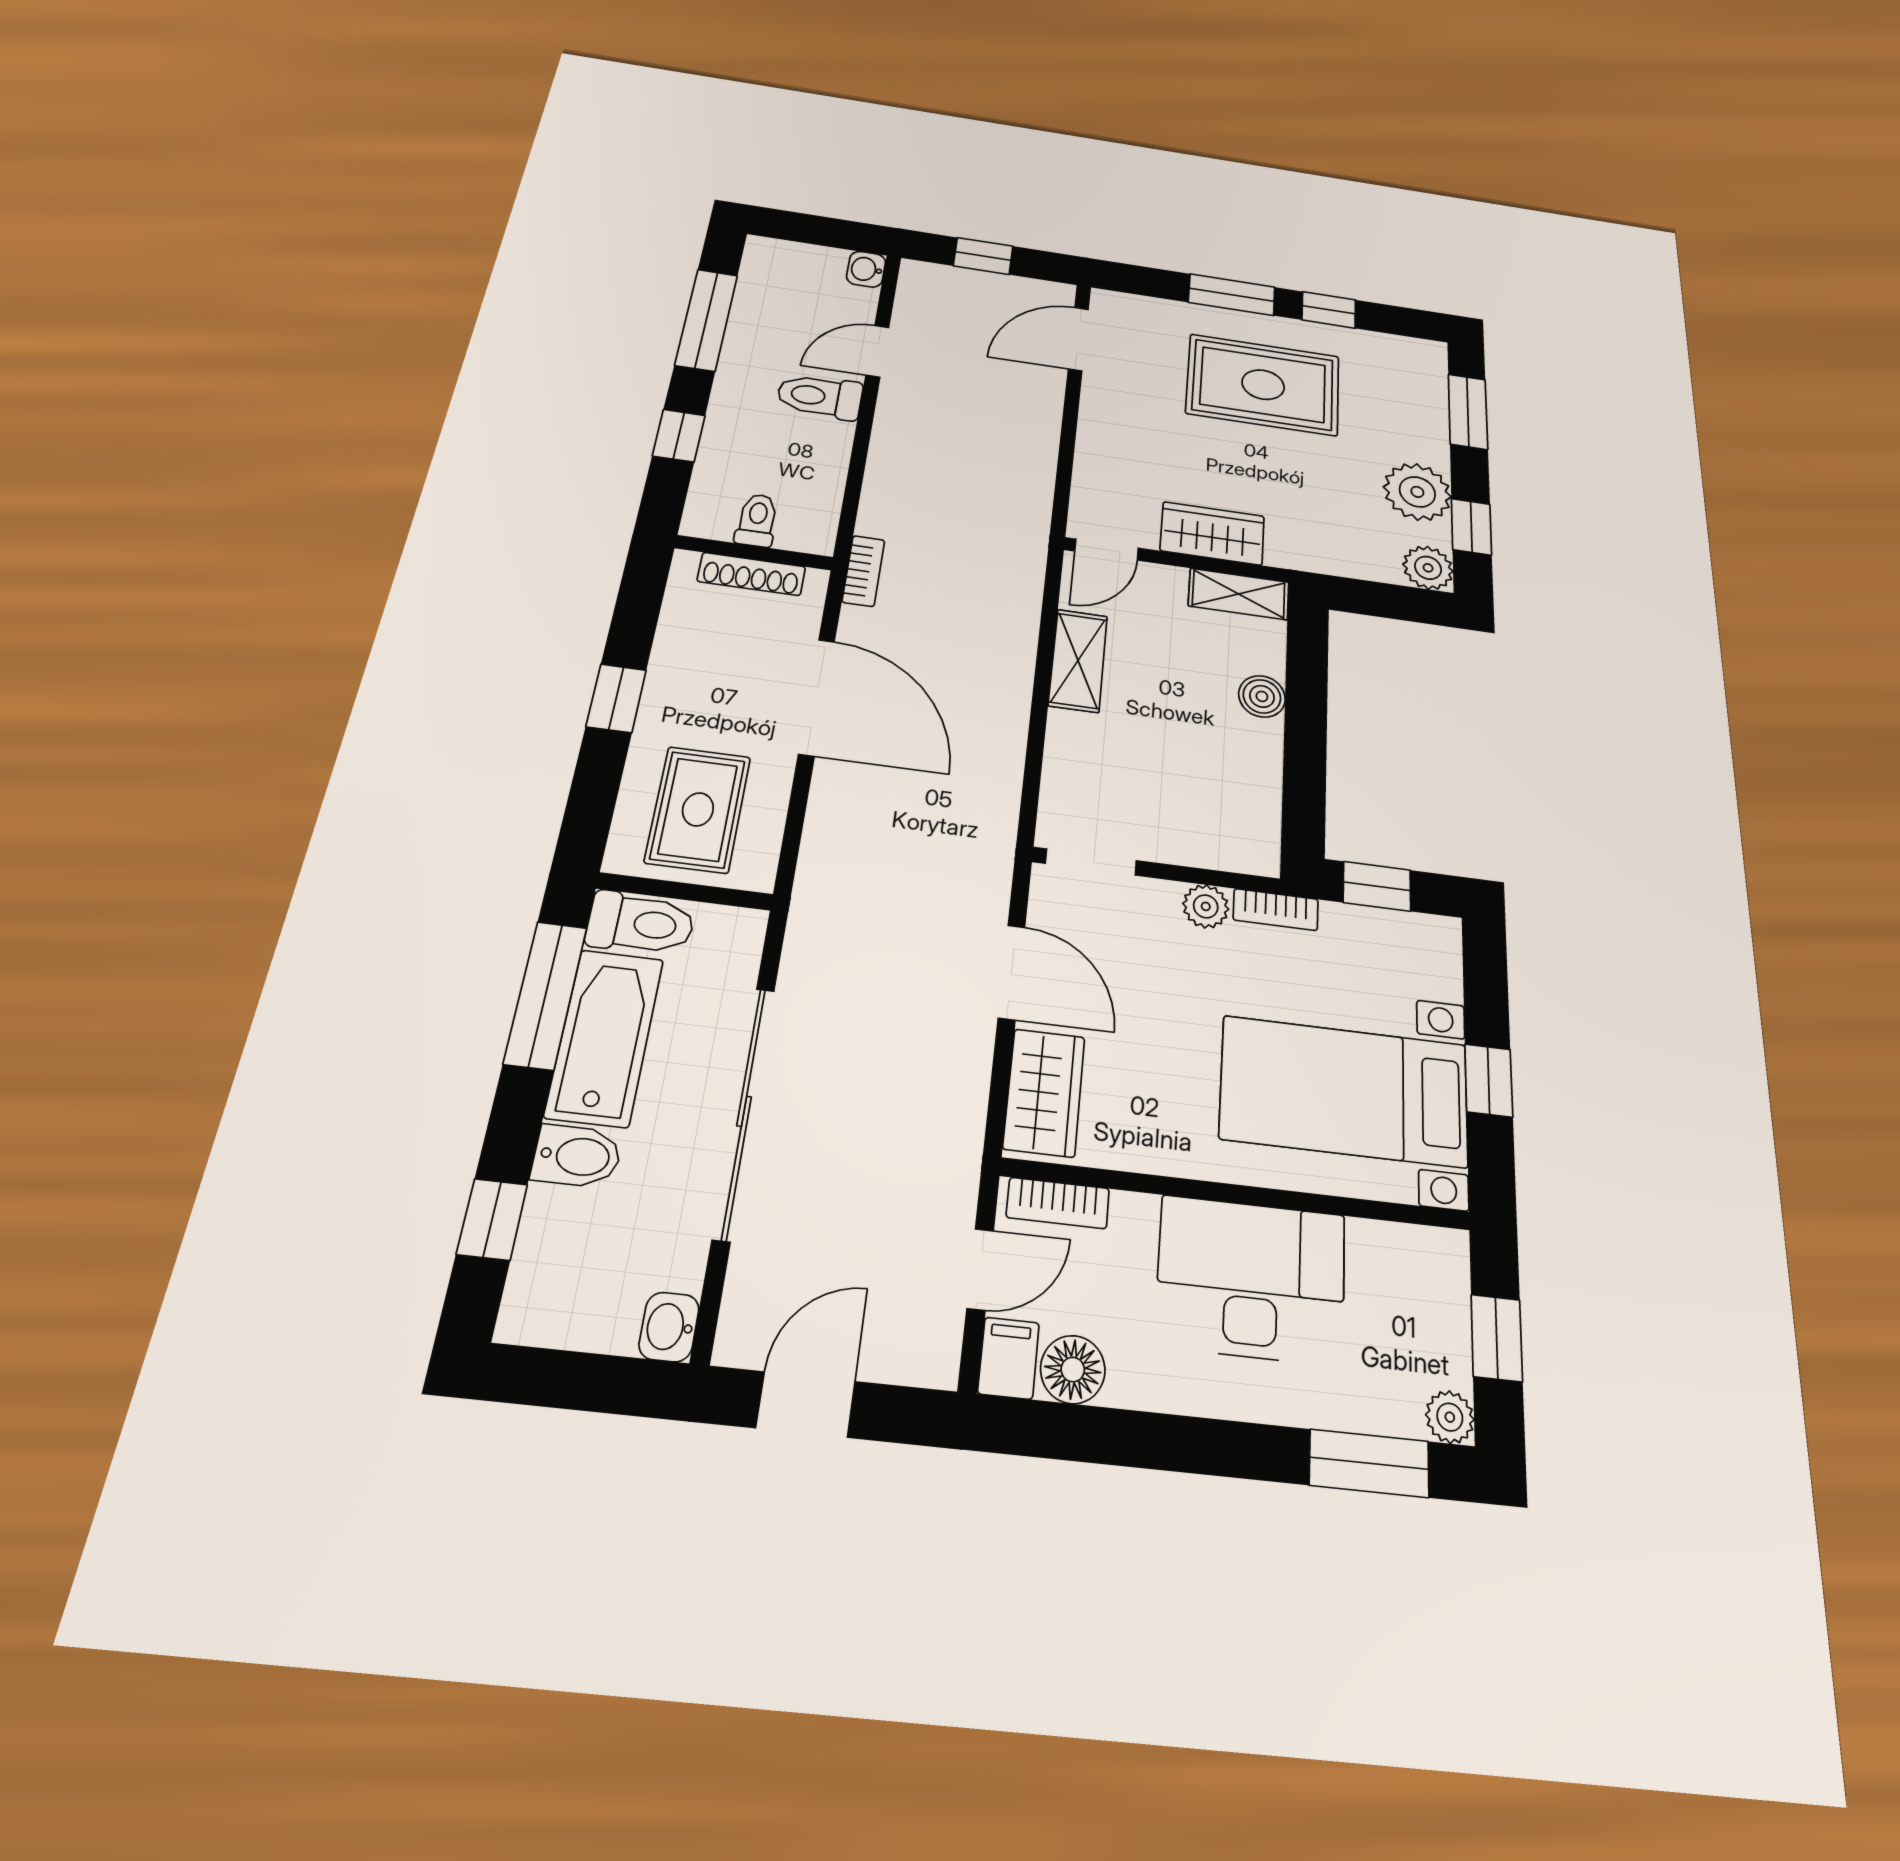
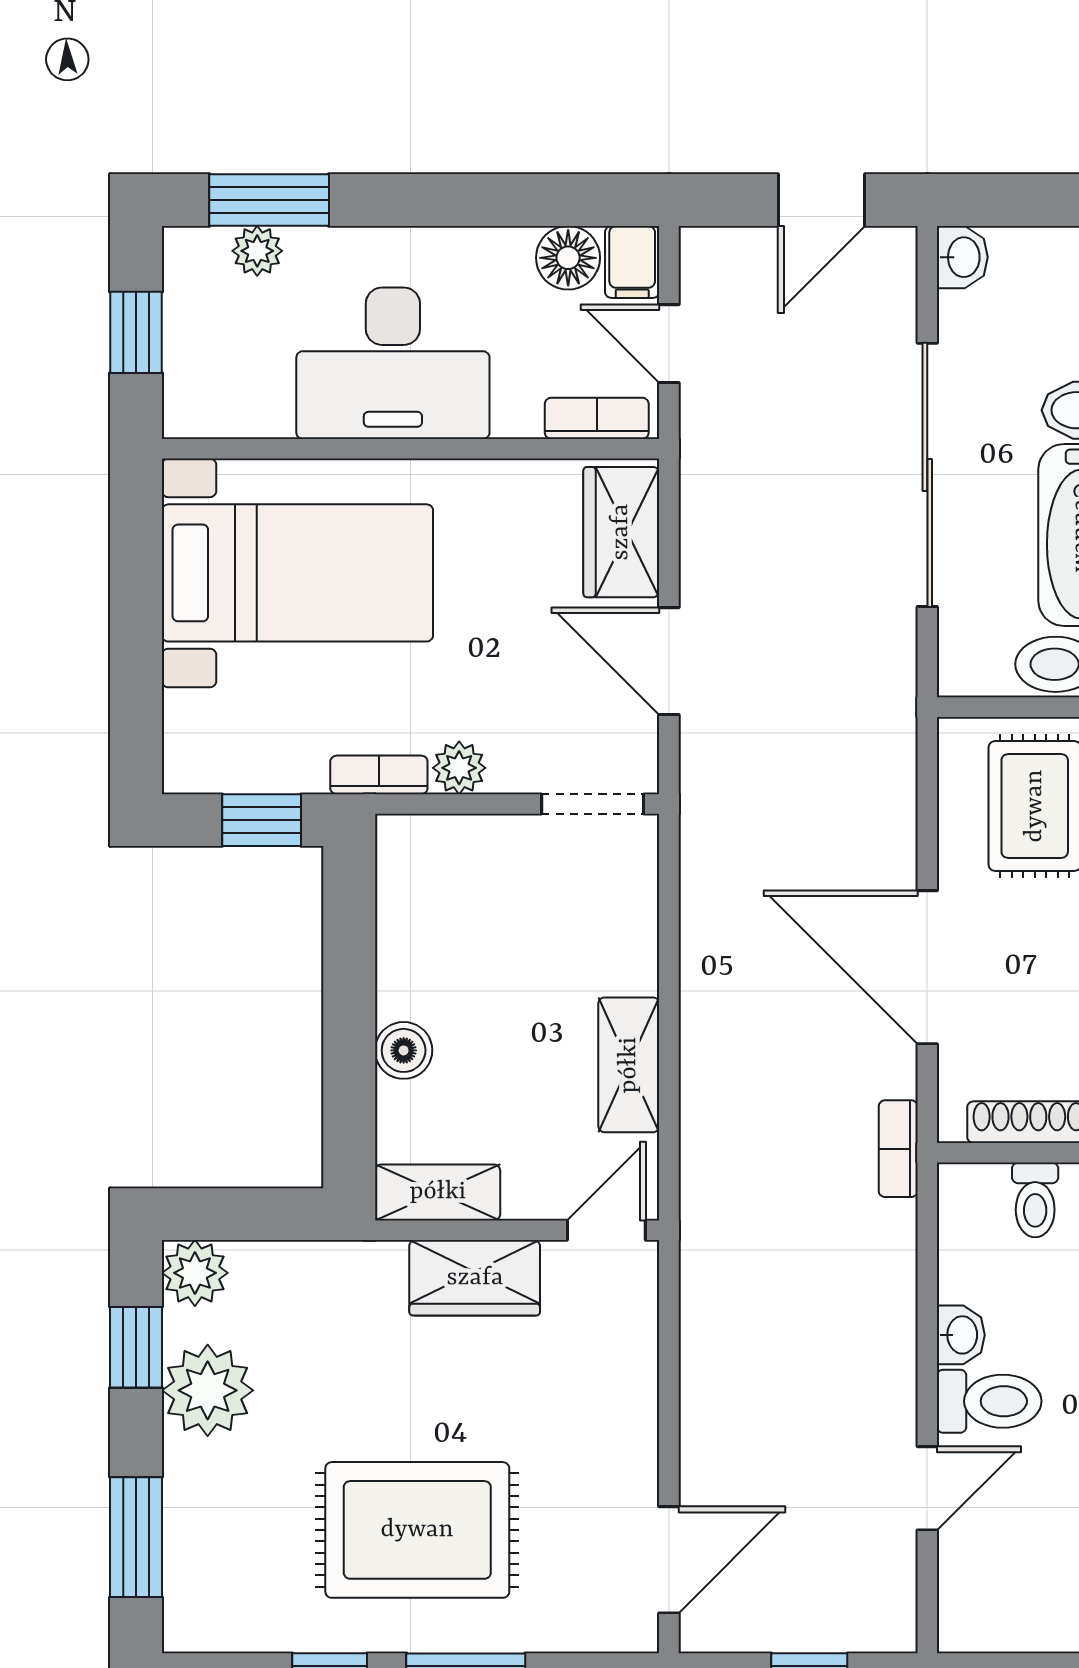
washbasin: (866, 269) -> (961, 1335), moved
window: (1489, 1080) -> (136, 605), removed
door: (980, 1269) -> (669, 344), hinge flipped
plant: (1450, 1417) -> (257, 251), moved

